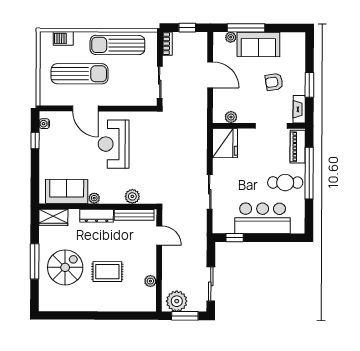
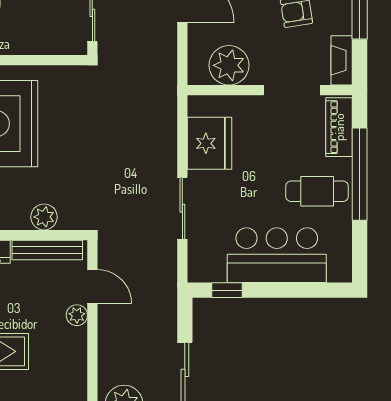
plant: (231, 117) -> (229, 65), width x1.87, depth x1.87
fridge: (225, 143) -> (209, 143), moved
plant: (150, 281) -> (77, 315), moved

